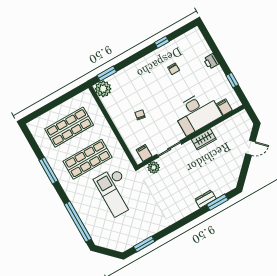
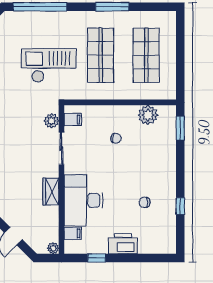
printer: (211, 61) -> (123, 244), width x1.87, depth x1.48
plant: (103, 89) -> (148, 115), moved
plant: (243, 115) -> (53, 248), added

